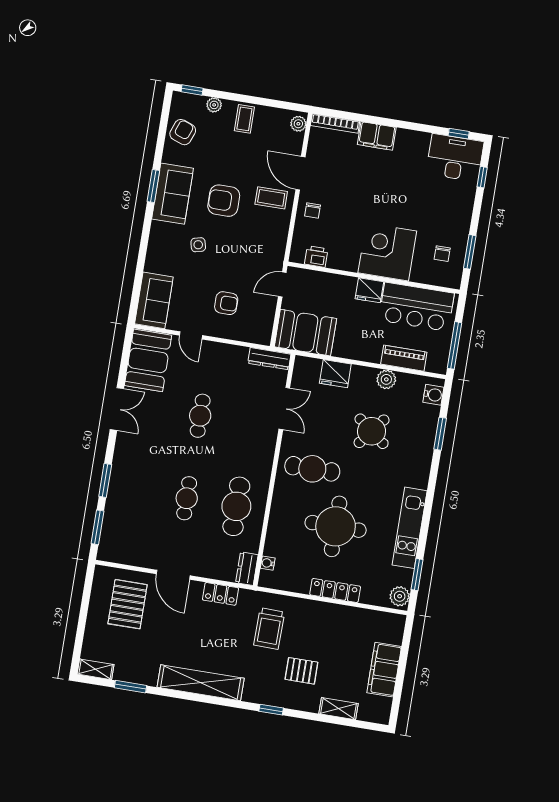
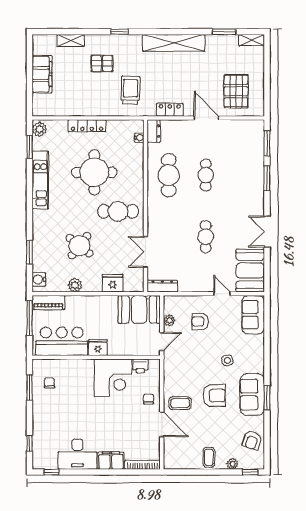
plant: (298, 124) -> (169, 320), moved
desk: (455, 158) -> (77, 454), moved
corner desk: (387, 252) -> (113, 378), moved
piano: (404, 358) -> (48, 303), moved

